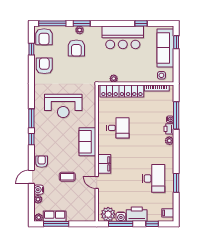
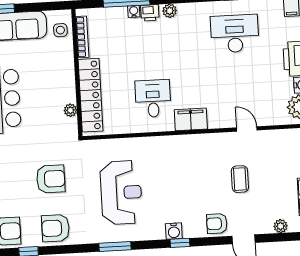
armchair: (76, 48) -> (51, 179), moved
window: (31, 118) -> (115, 247), moved
sofa: (87, 142) -> (179, 149), removed
filing cabinet: (104, 164) -> (191, 119), moved
door: (97, 182) -> (247, 129), swing flipped
water cooler: (39, 190) -> (174, 231), moved

